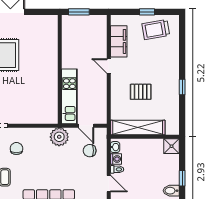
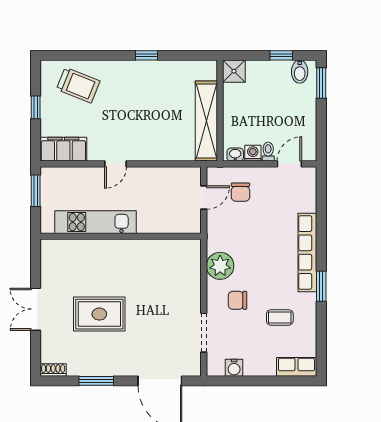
window: (79, 12) -> (36, 191), moved
trolley: (156, 30) -> (78, 85), moved, turned -58
filing cabinet: (119, 41) -> (63, 149), moved
pallet: (141, 92) -> (154, 117), removed
kitchen unit: (69, 96) -> (95, 222), moved
plant: (59, 137) -> (220, 266), moved

